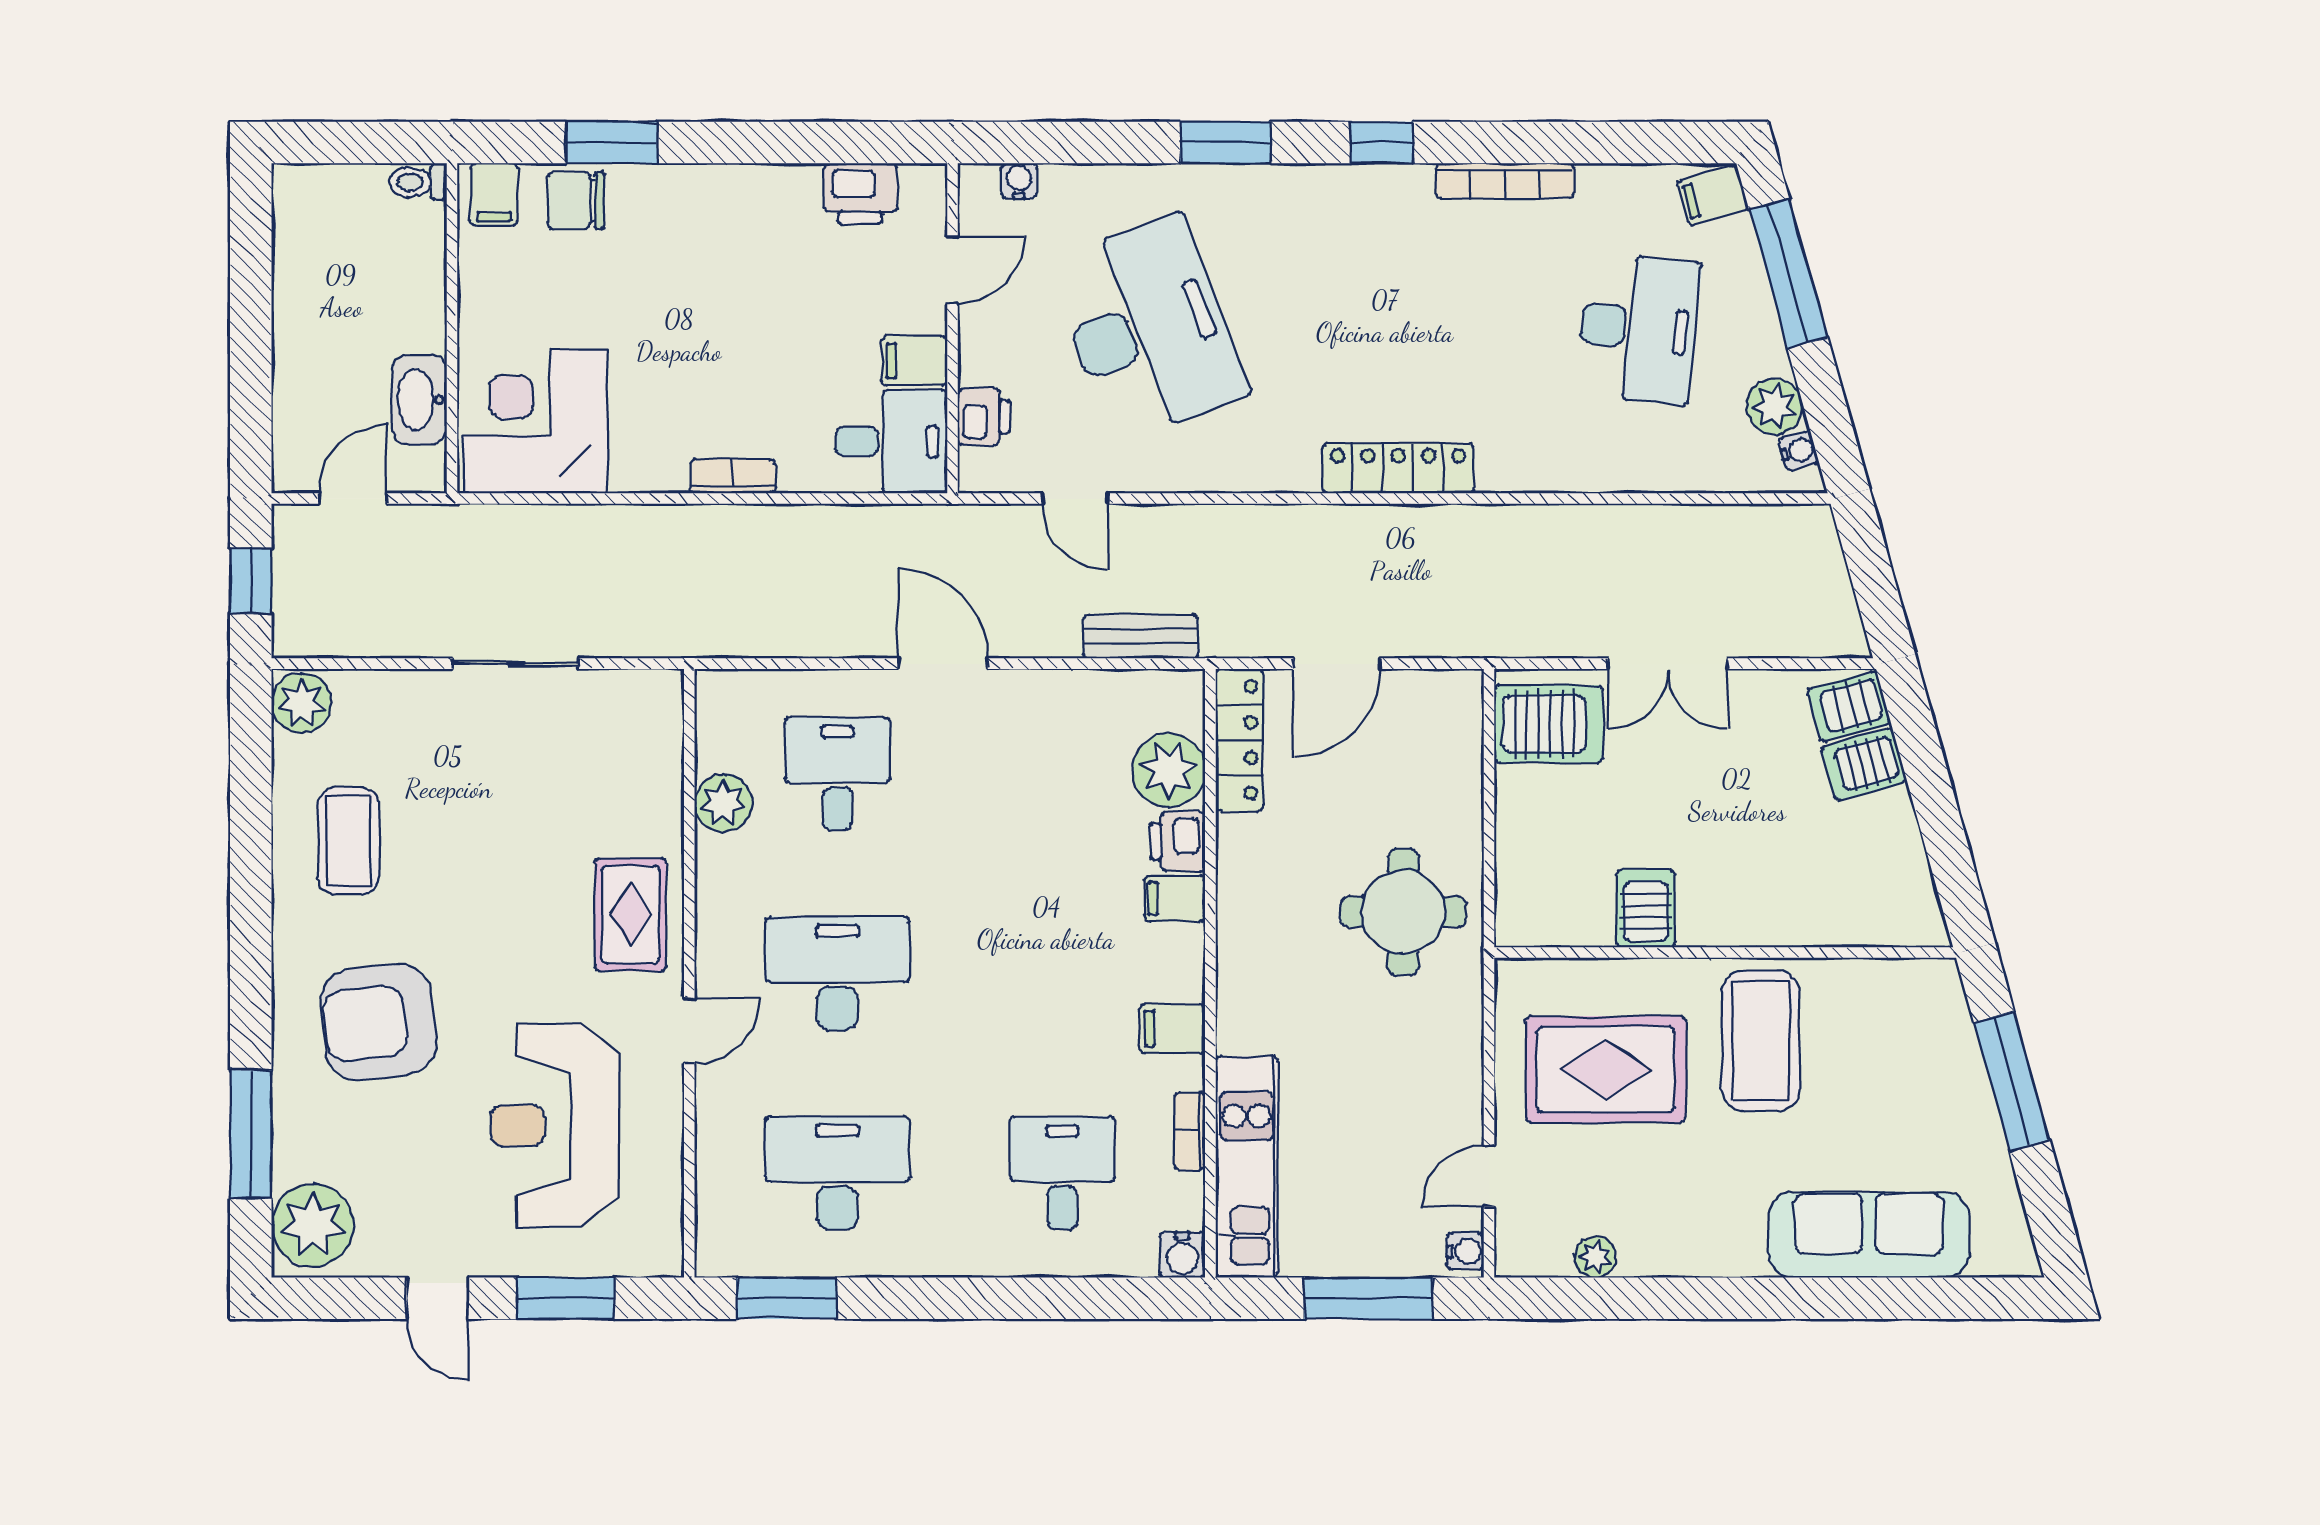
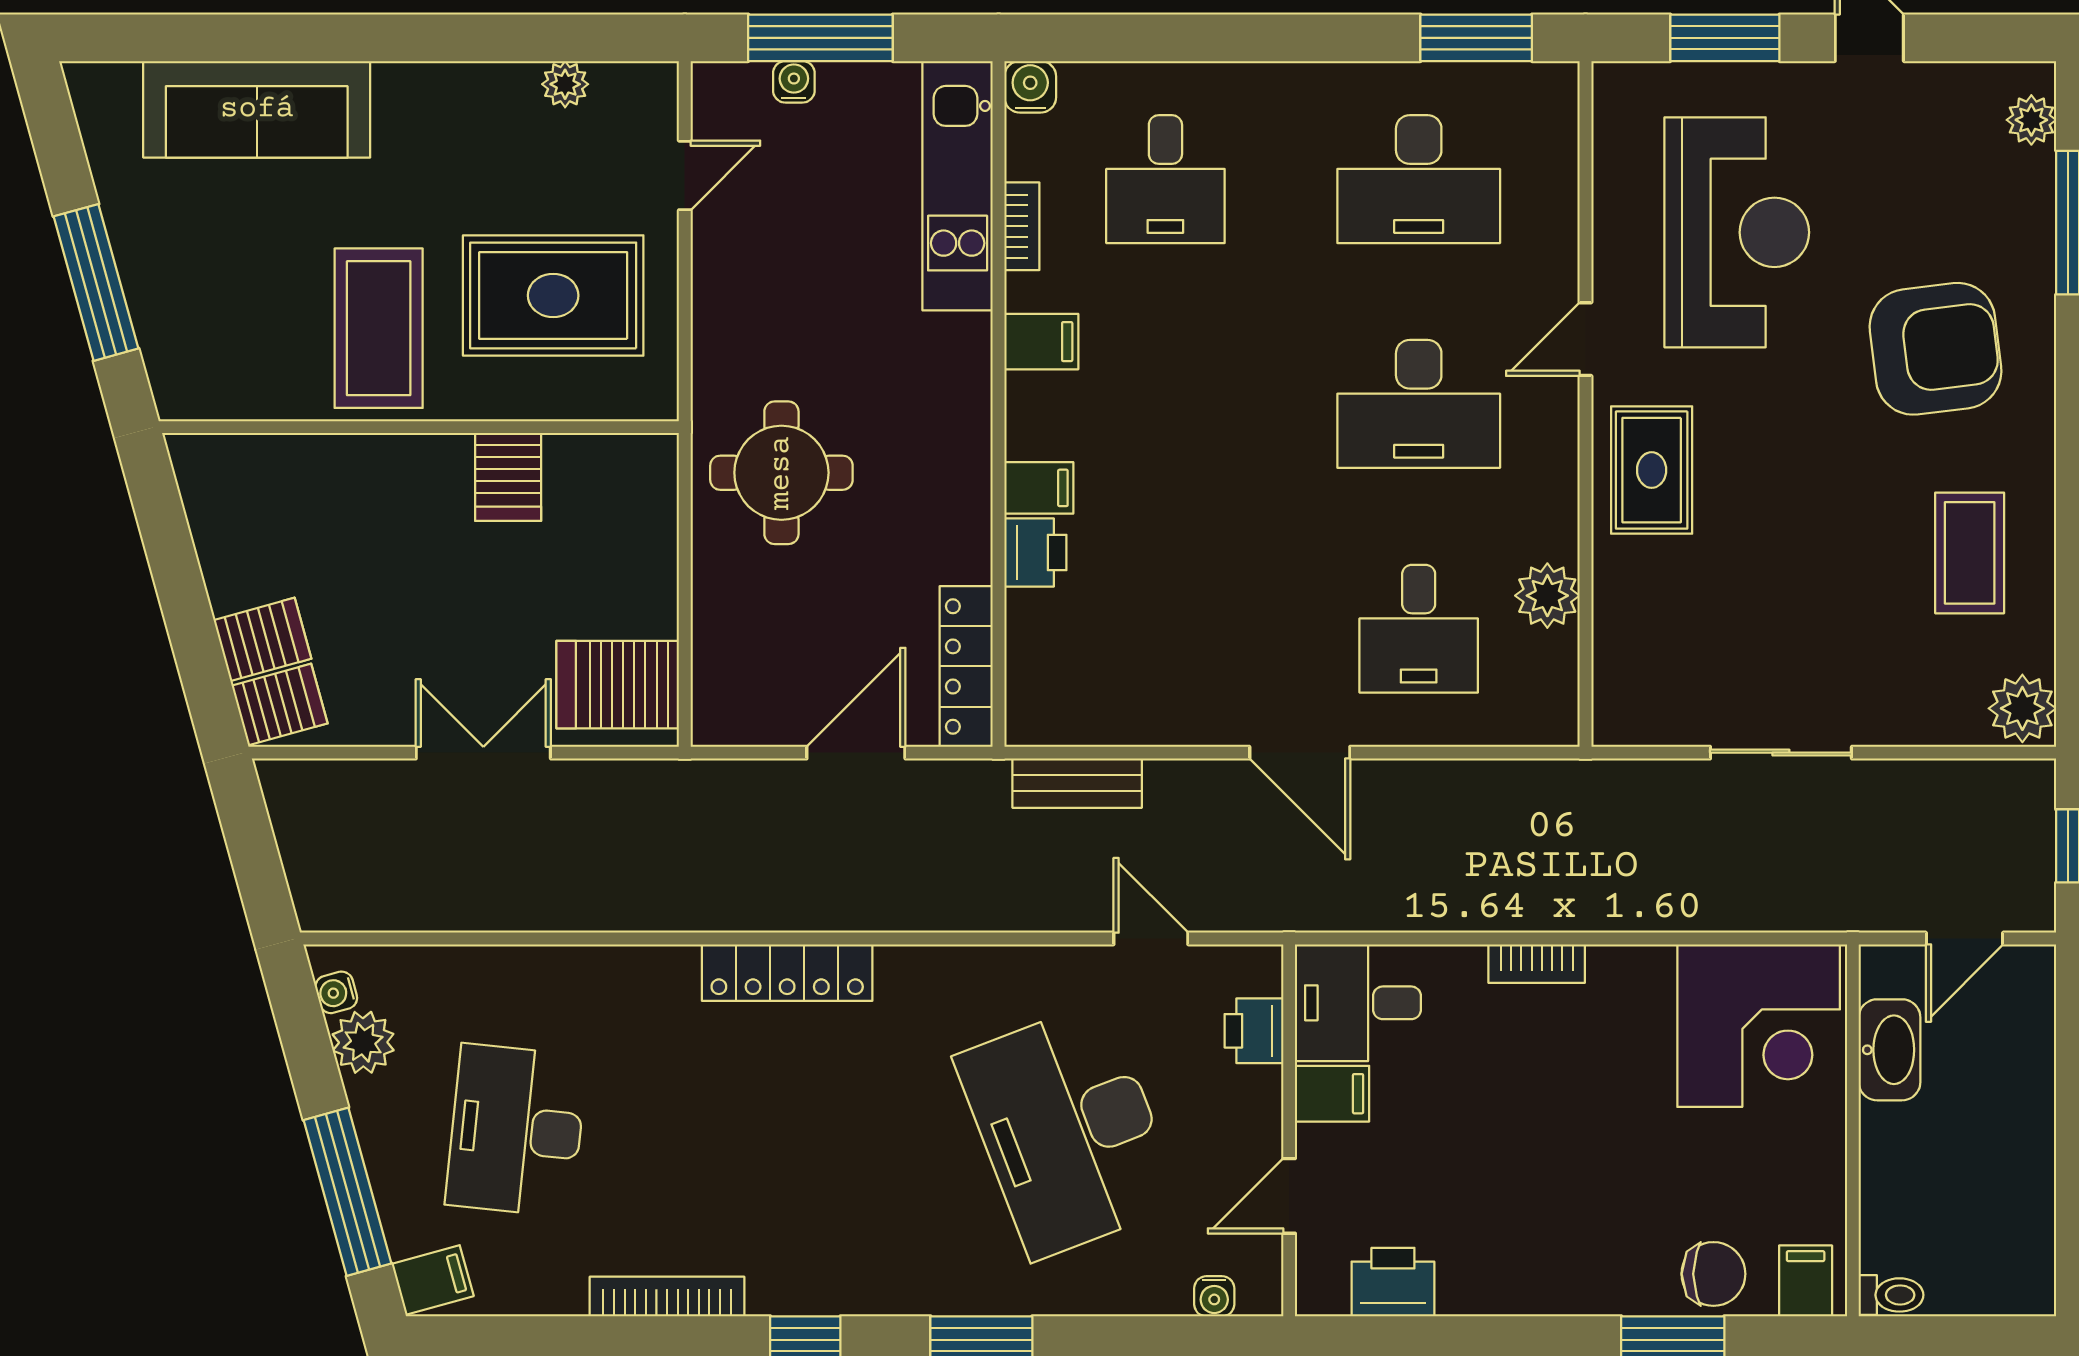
plant: (1169, 770) -> (1046, 632), removed
plant: (313, 1225) -> (2031, 120), width x0.53, depth x0.53
water cooler: (1465, 1251) -> (794, 82), moved, turned 90

